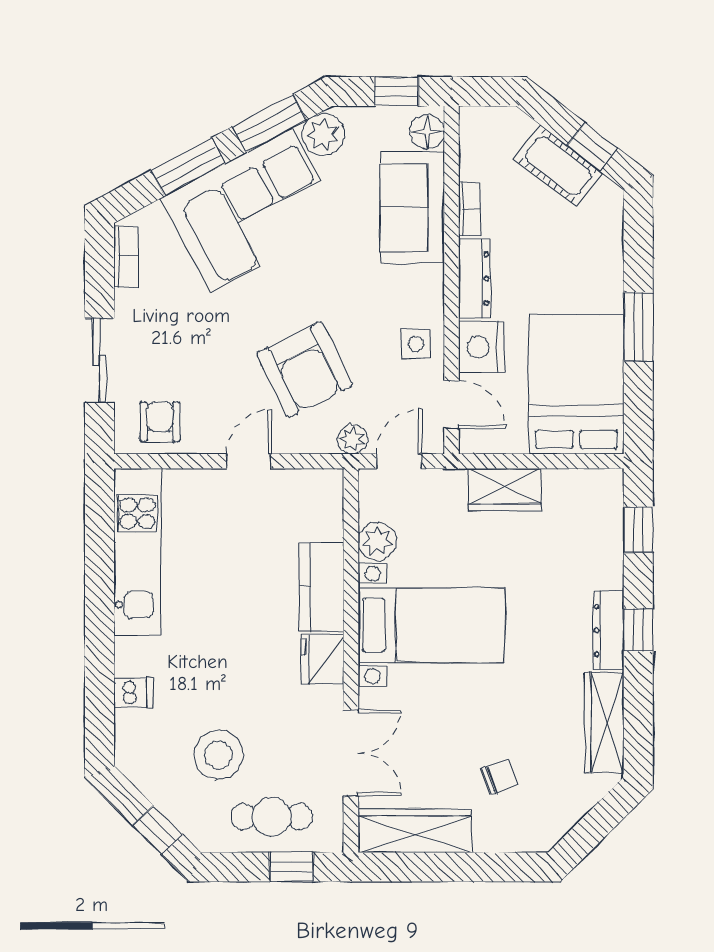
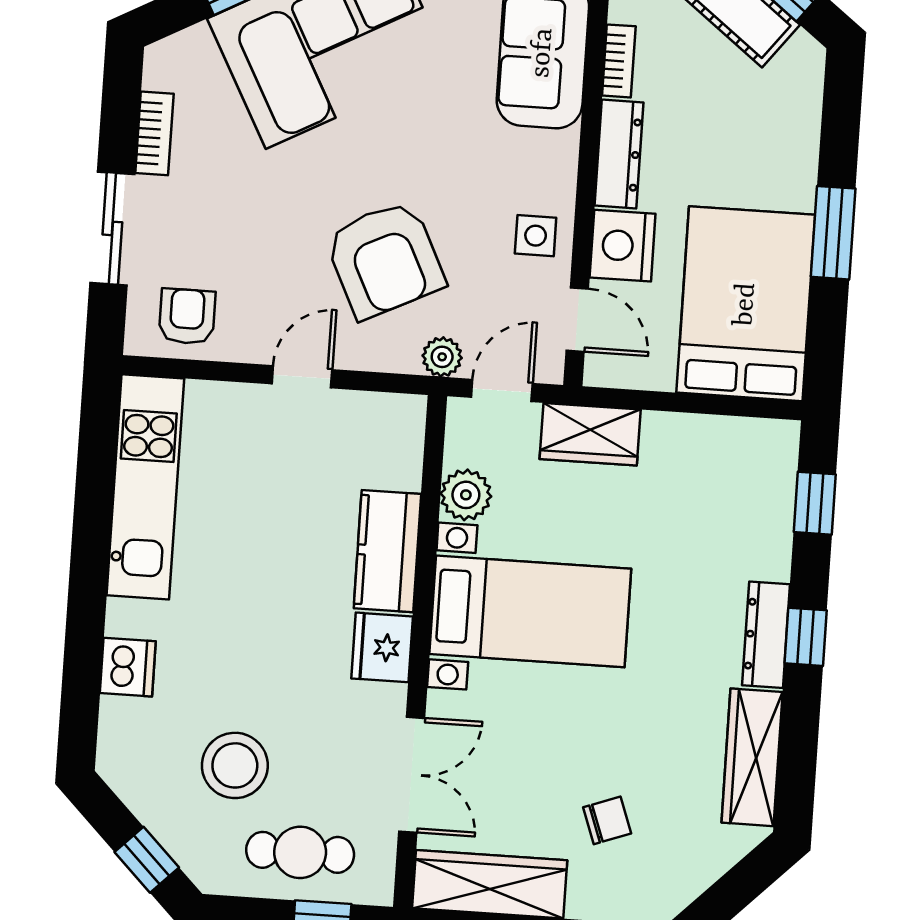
bookcase: (126, 256) -> (154, 133), moved
wardrobe: (505, 490) -> (590, 434), moved
dishwasher: (133, 693) -> (128, 667), width x1.38

